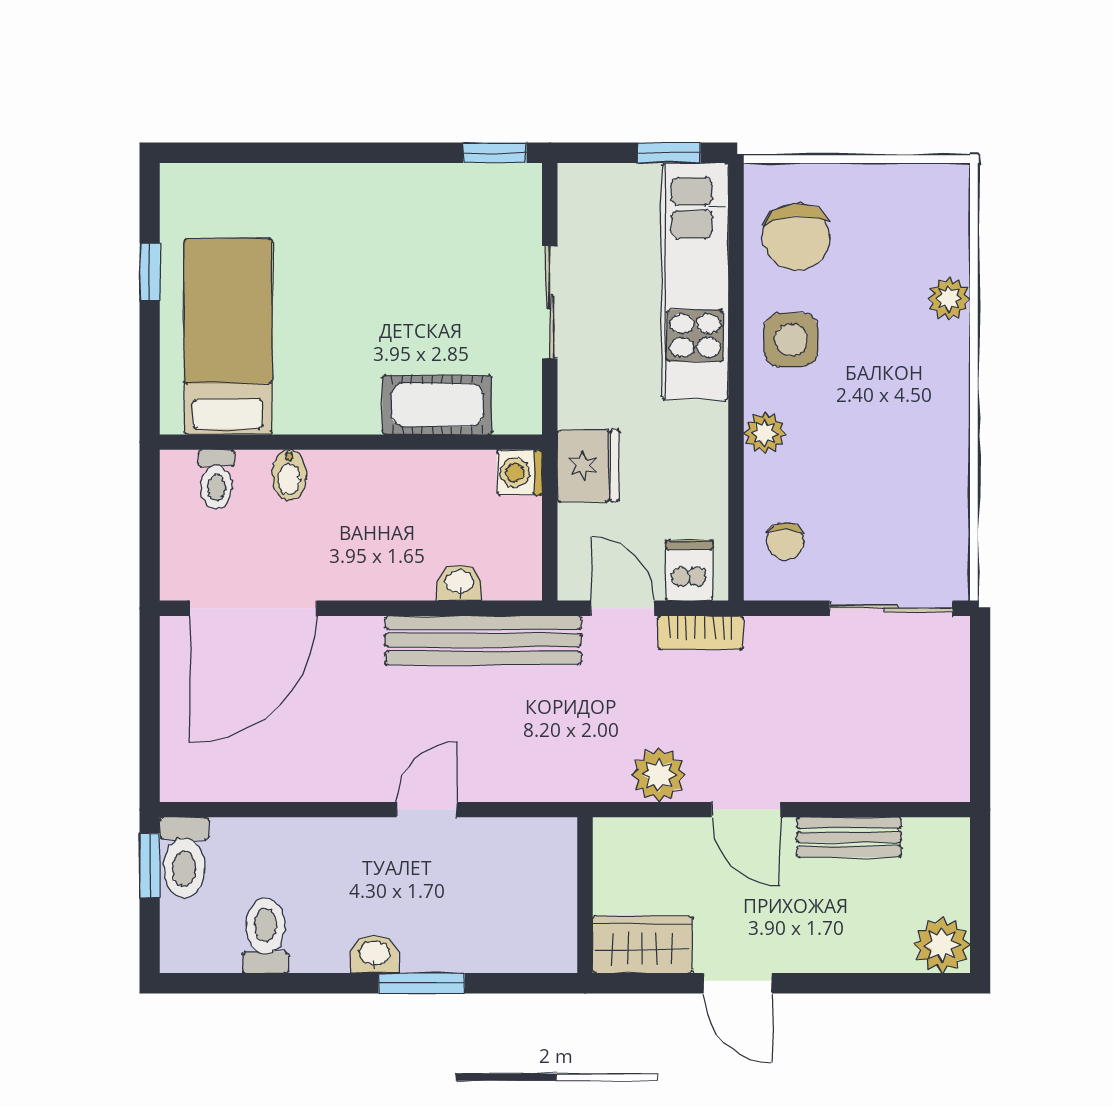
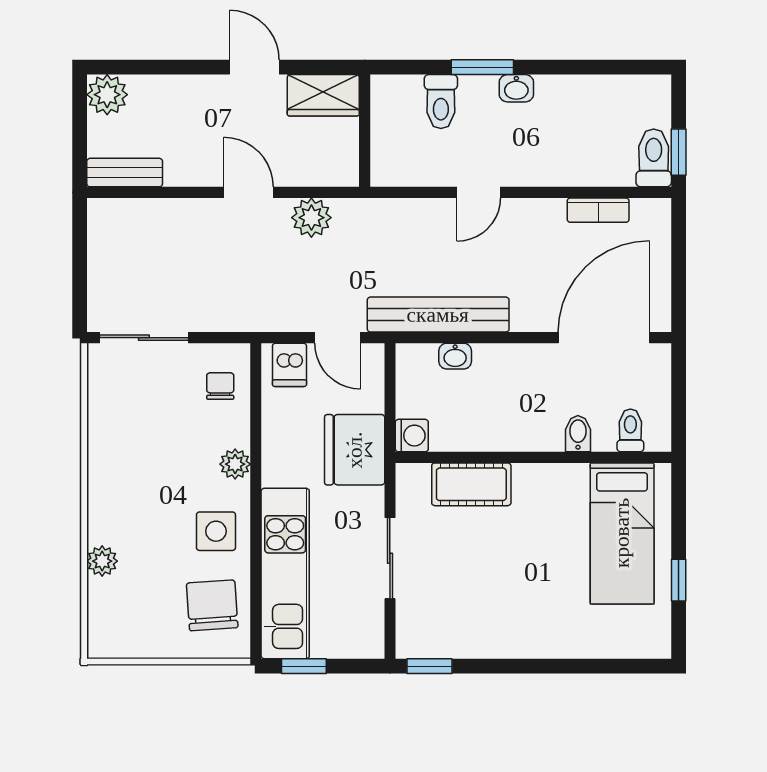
fridge: (588, 466) -> (355, 450), width x1.36, depth x1.34
bookcase: (700, 633) -> (598, 210), moved, turned 180
bench: (849, 837) -> (125, 173), moved
toilet: (265, 936) -> (441, 102), moved

